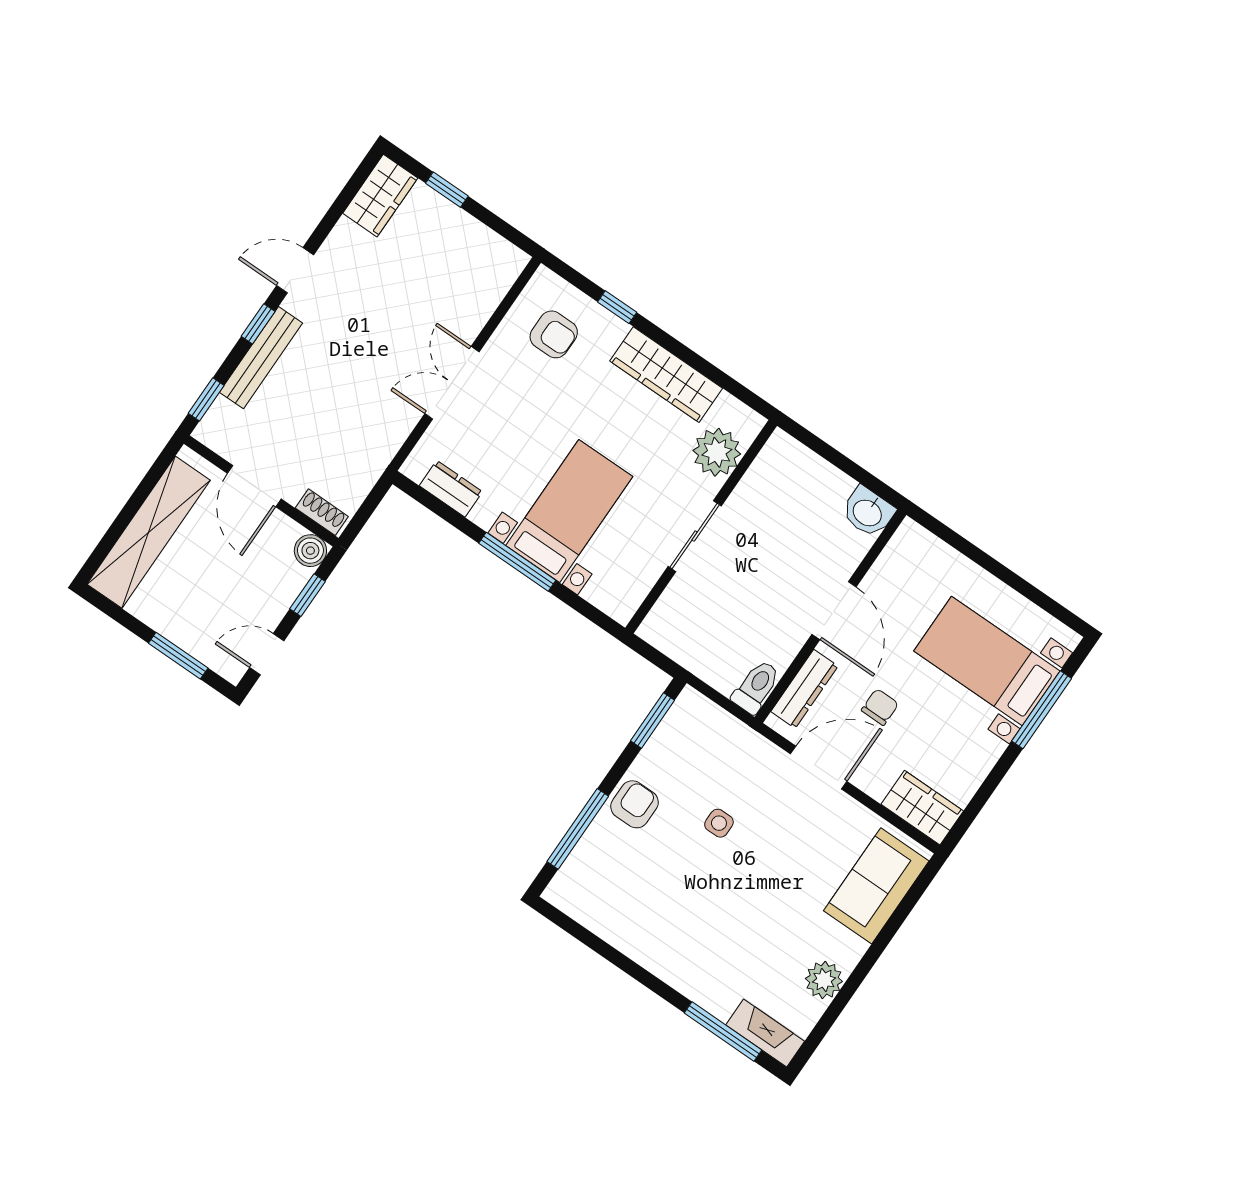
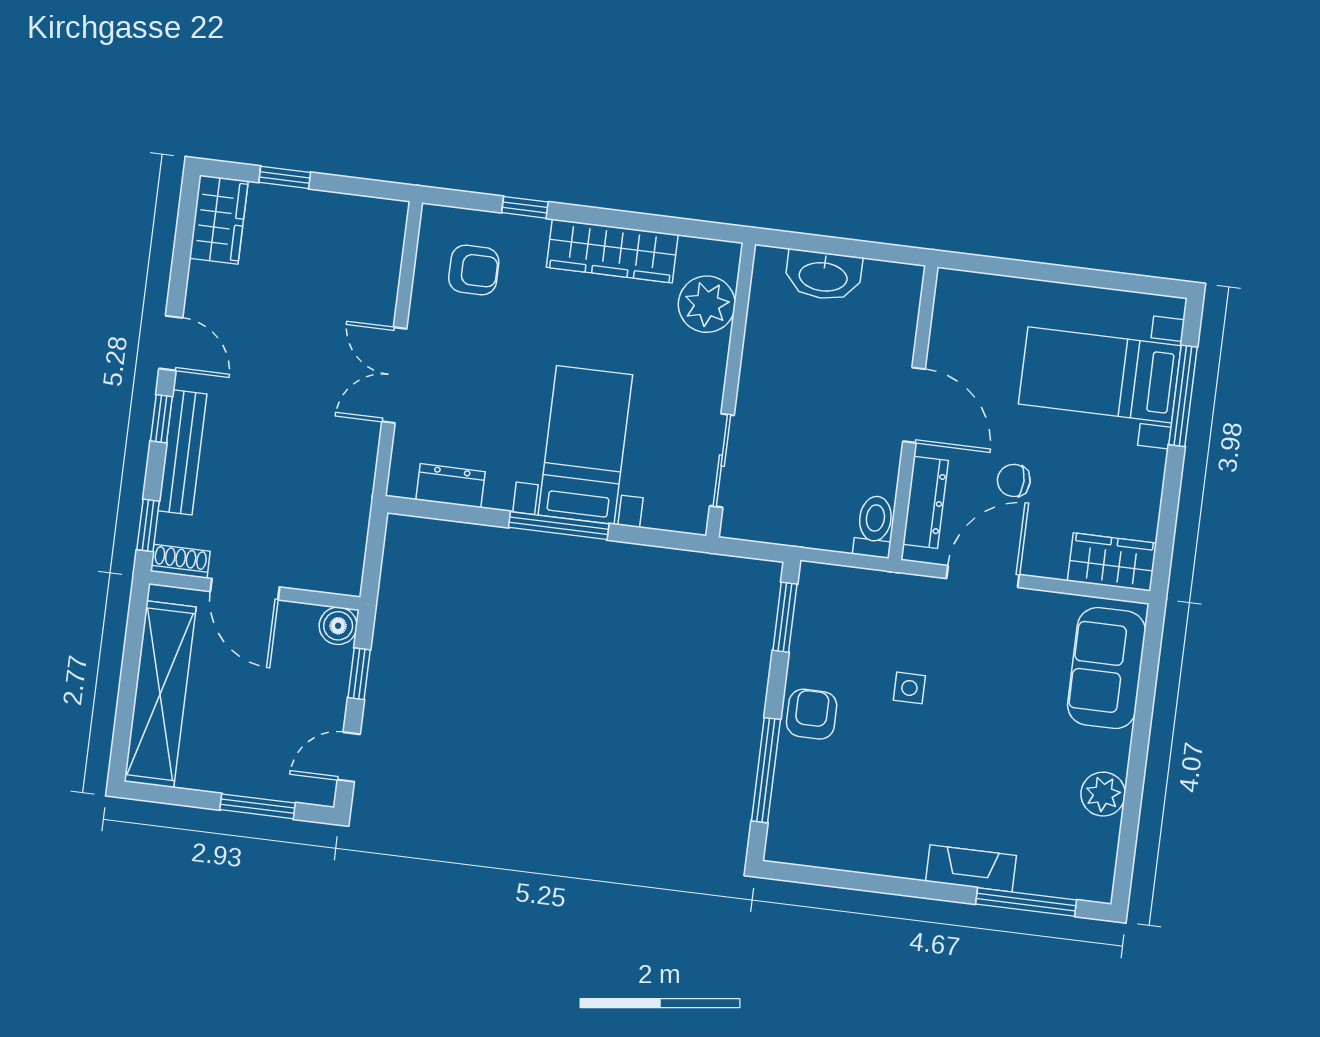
door: (295, 270) -> (171, 343), swing flipped
shoe rack: (322, 512) -> (180, 561), moved
washbasin: (868, 512) -> (823, 275), moved, width x1.38
sliding door: (695, 536) -> (722, 461), moved
chair: (880, 707) -> (1014, 480), turned -90
fireplace: (765, 1033) -> (971, 868), moved

